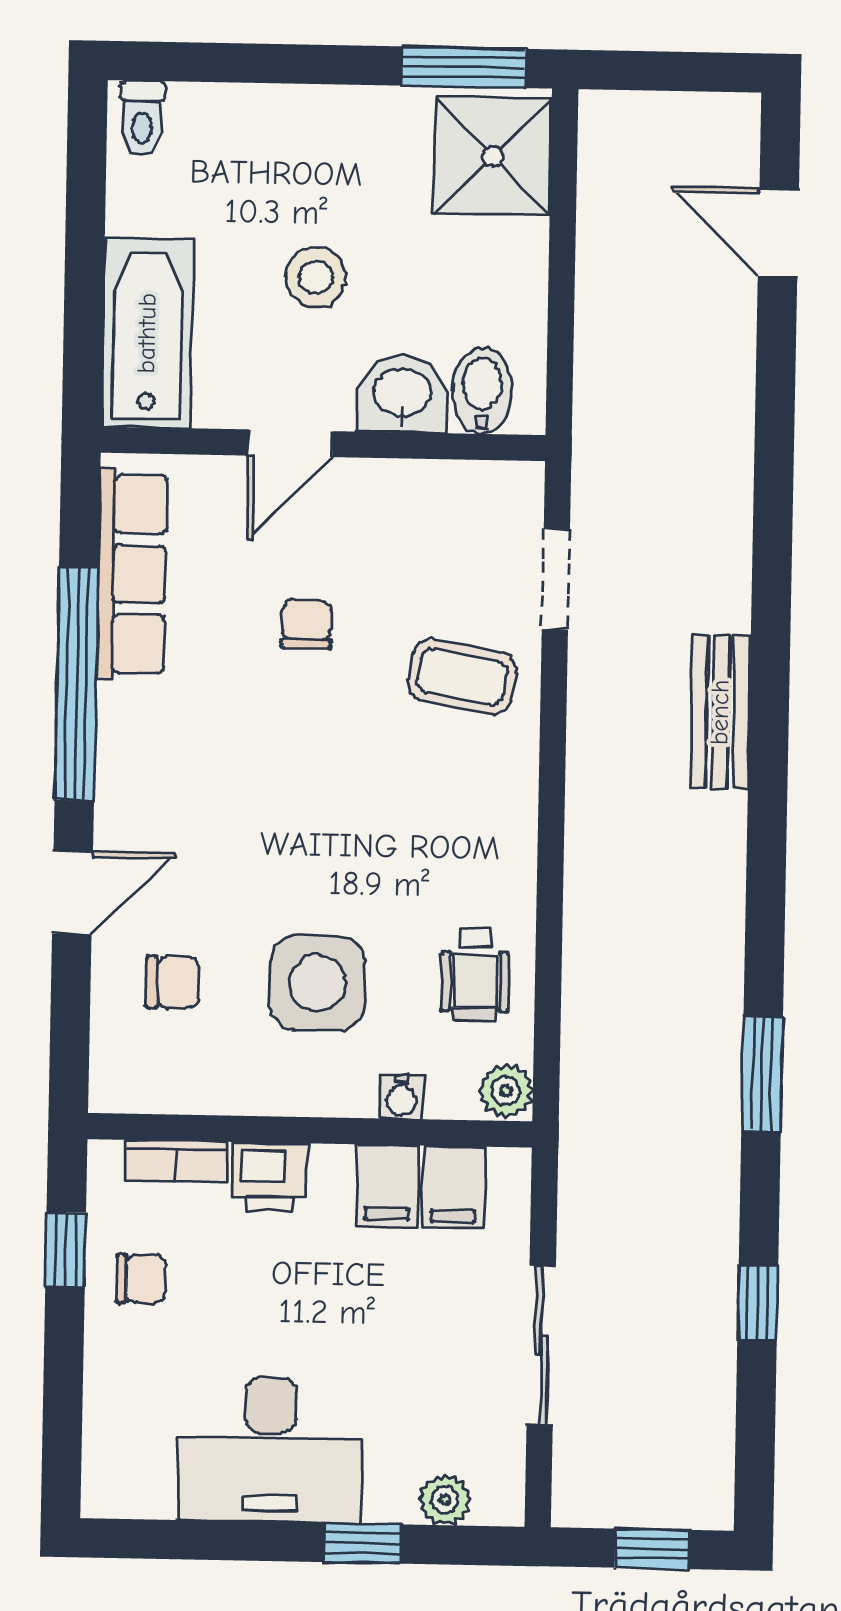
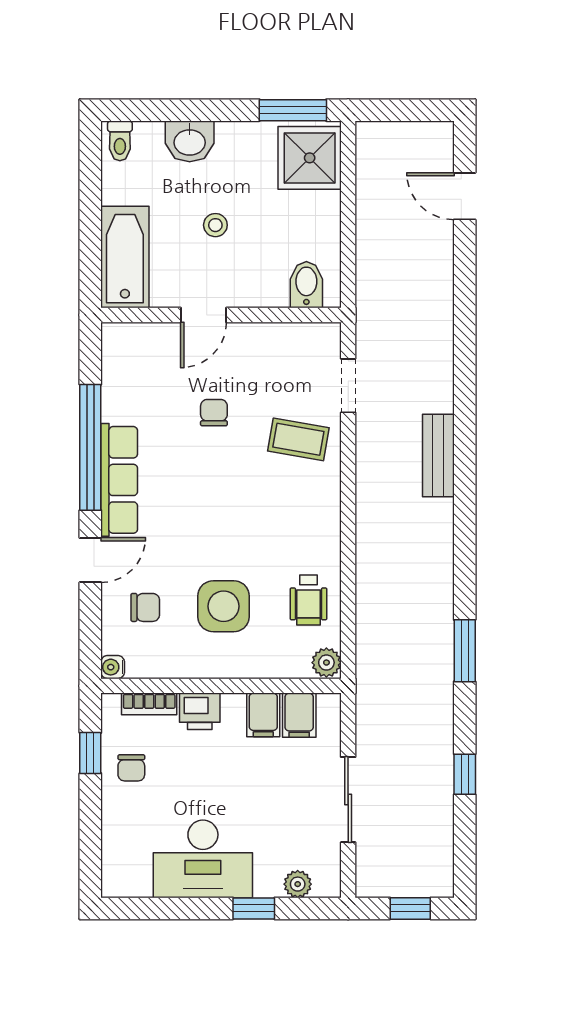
stool: (316, 277) -> (215, 225), width x0.73, depth x0.73
washbasin: (402, 394) -> (190, 141), moved, turned 180
row of seats: (132, 574) -> (119, 480), moved
water cooler: (402, 1097) -> (113, 667), moved, turned 90
chair: (141, 1279) -> (131, 768), turned 90

